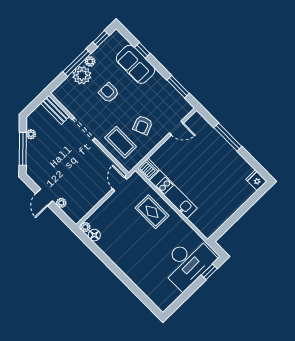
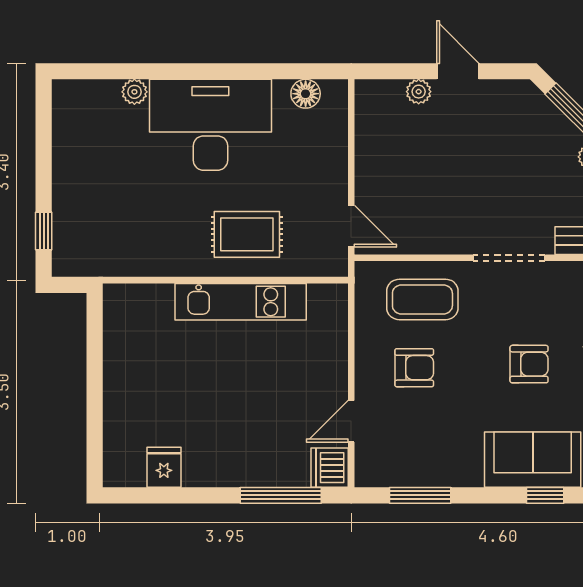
armchair: (143, 125) -> (414, 368), turned 112
window: (228, 137) -> (281, 495), moved
dishwasher: (148, 169) -> (330, 468), moved, turned 90
fridge: (256, 180) -> (164, 467), moved, turned -90
plant: (85, 227) -> (134, 92), moved
desk: (188, 262) -> (210, 125), moved, turned 90

